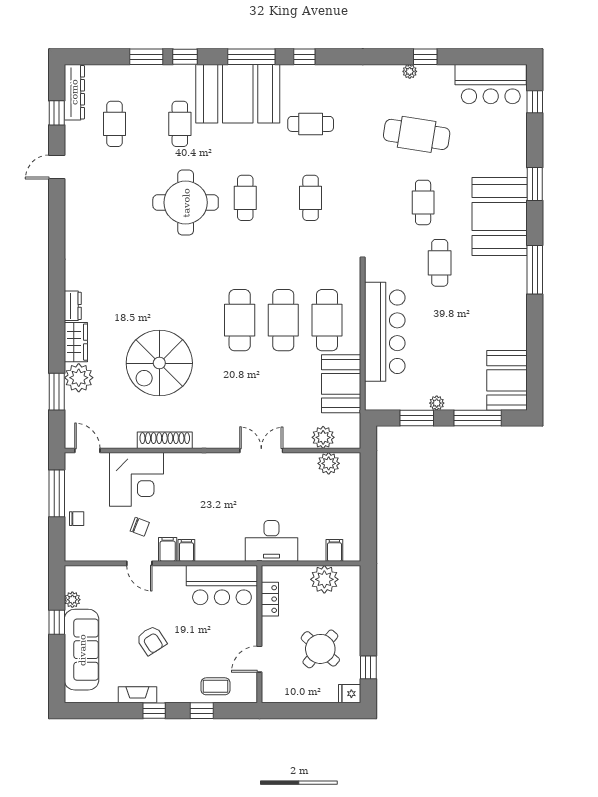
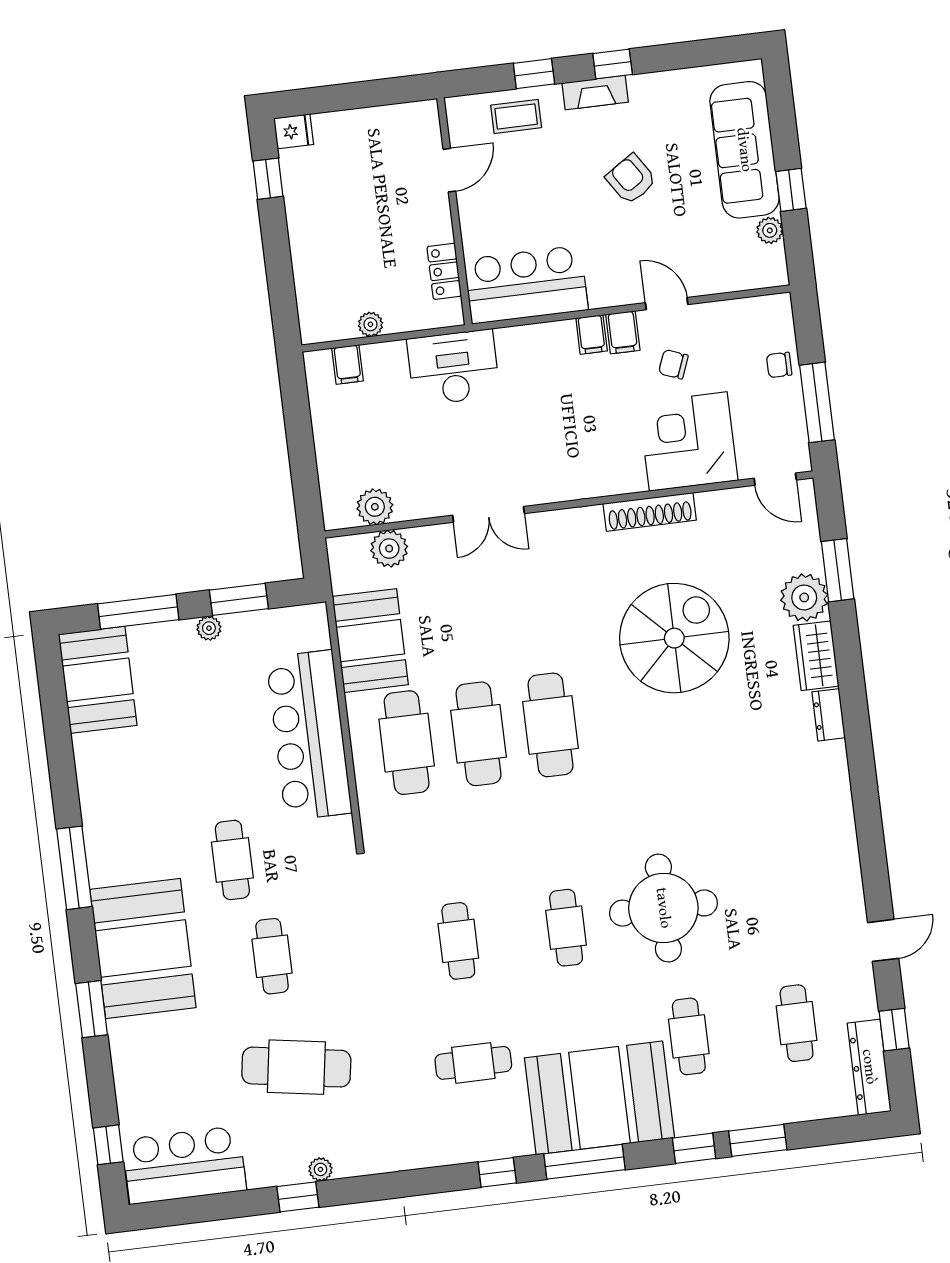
plant: (324, 579) -> (370, 324), width x0.53, depth x0.53
round table: (320, 649) -> (351, 199), removed
fireplace: (137, 695) -> (595, 93), moved

